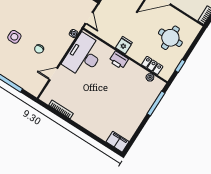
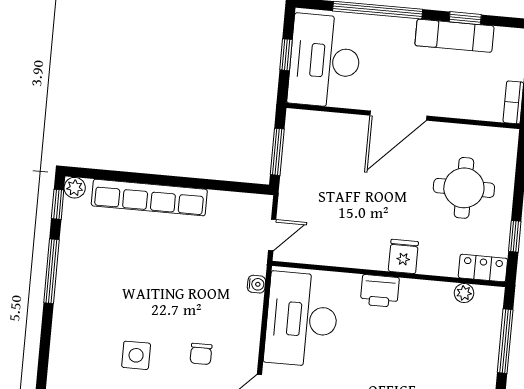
door: (89, 18) -> (272, 235), hinge flipped
fridge: (124, 45) -> (403, 256), moved
locker: (152, 65) -> (483, 268), moved

